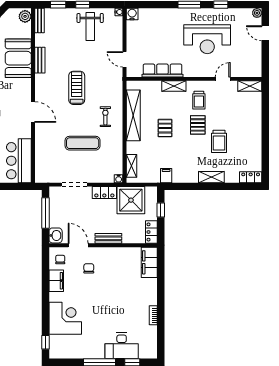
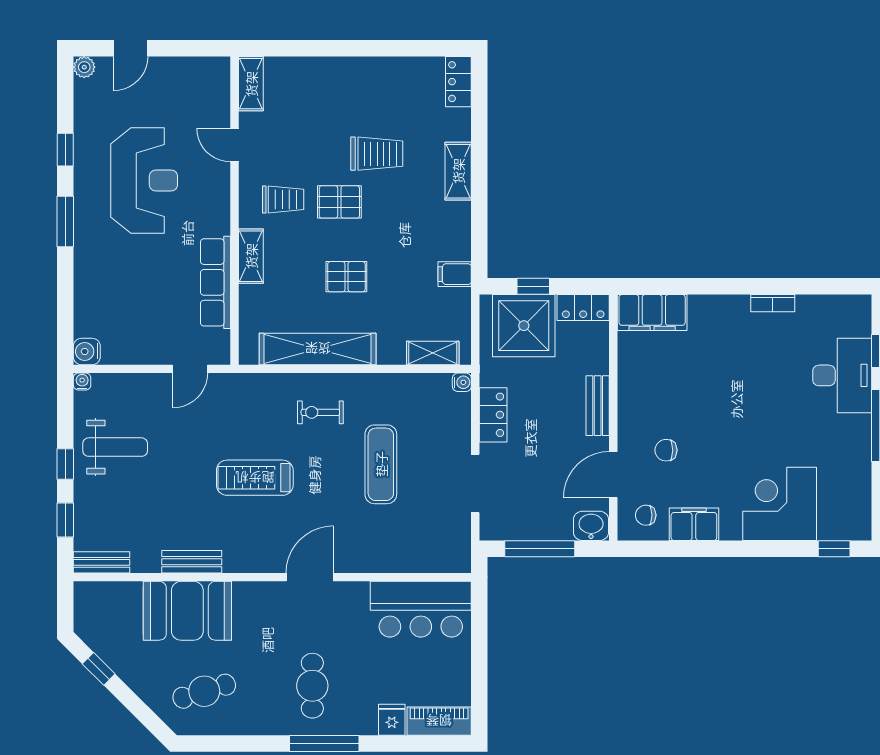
plant: (25, 16) -> (92, 595), removed
shower: (131, 200) -> (524, 326), moved

